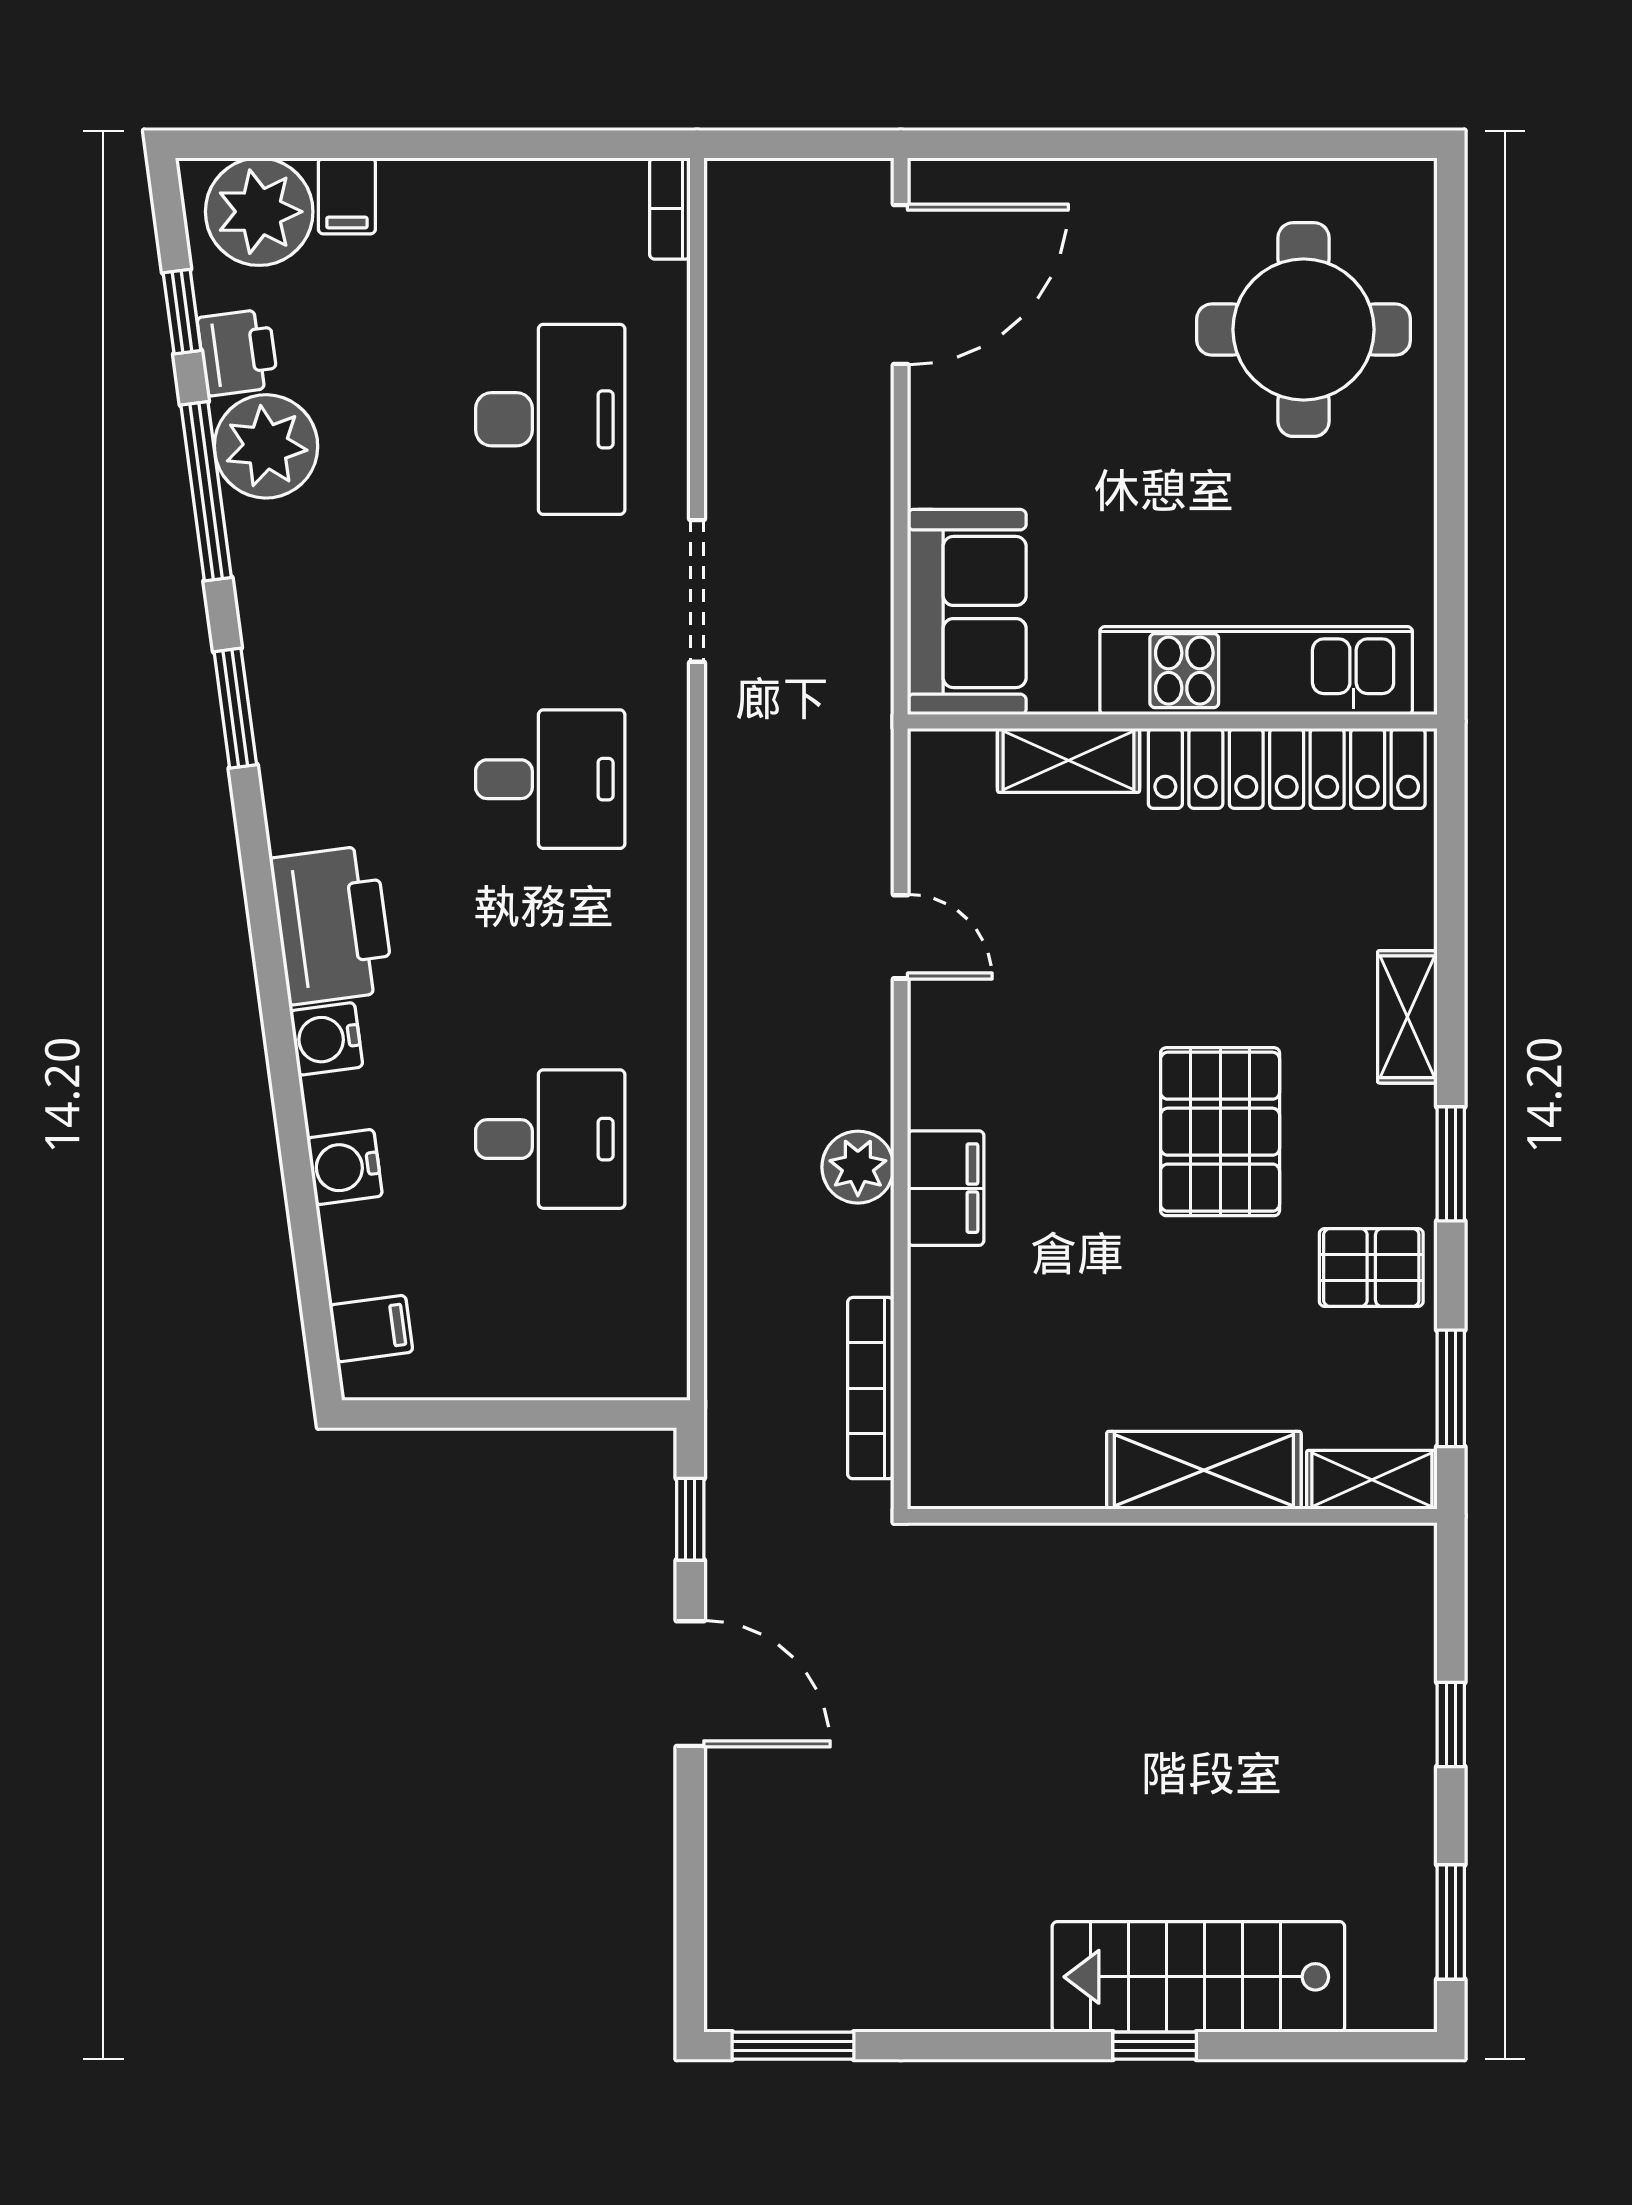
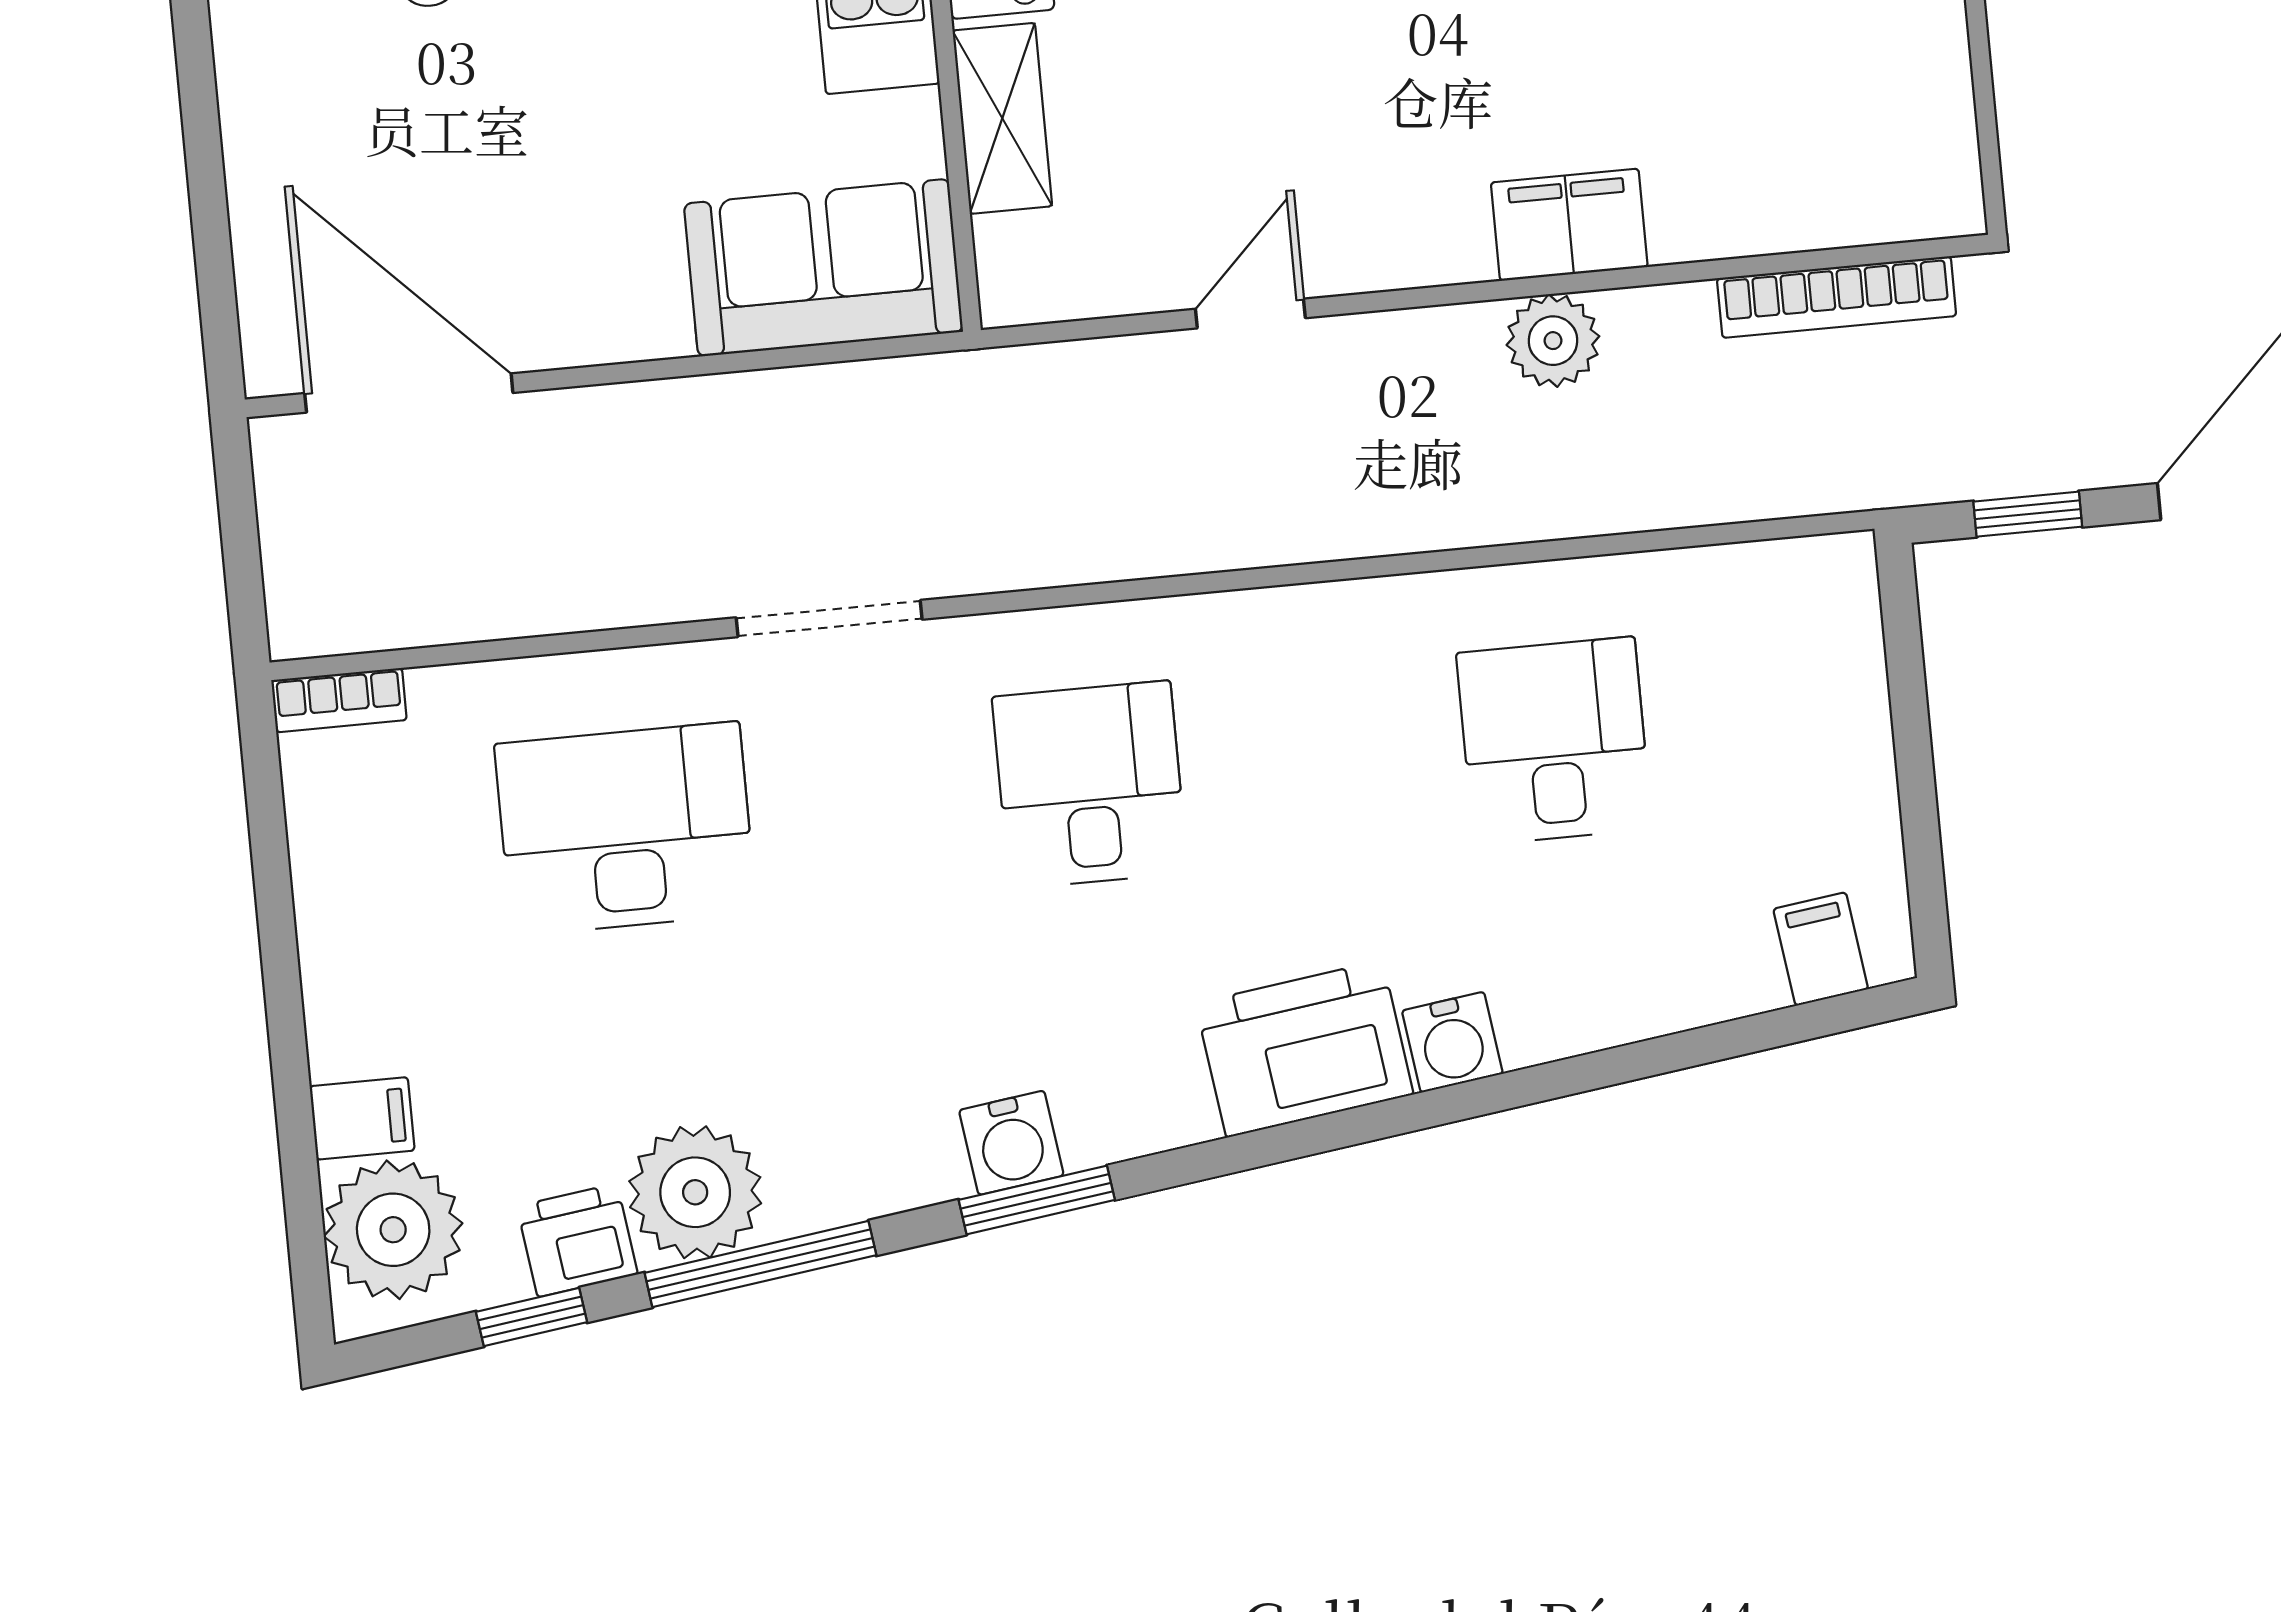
water cooler: (345, 1167) -> (1011, 1143), moved

